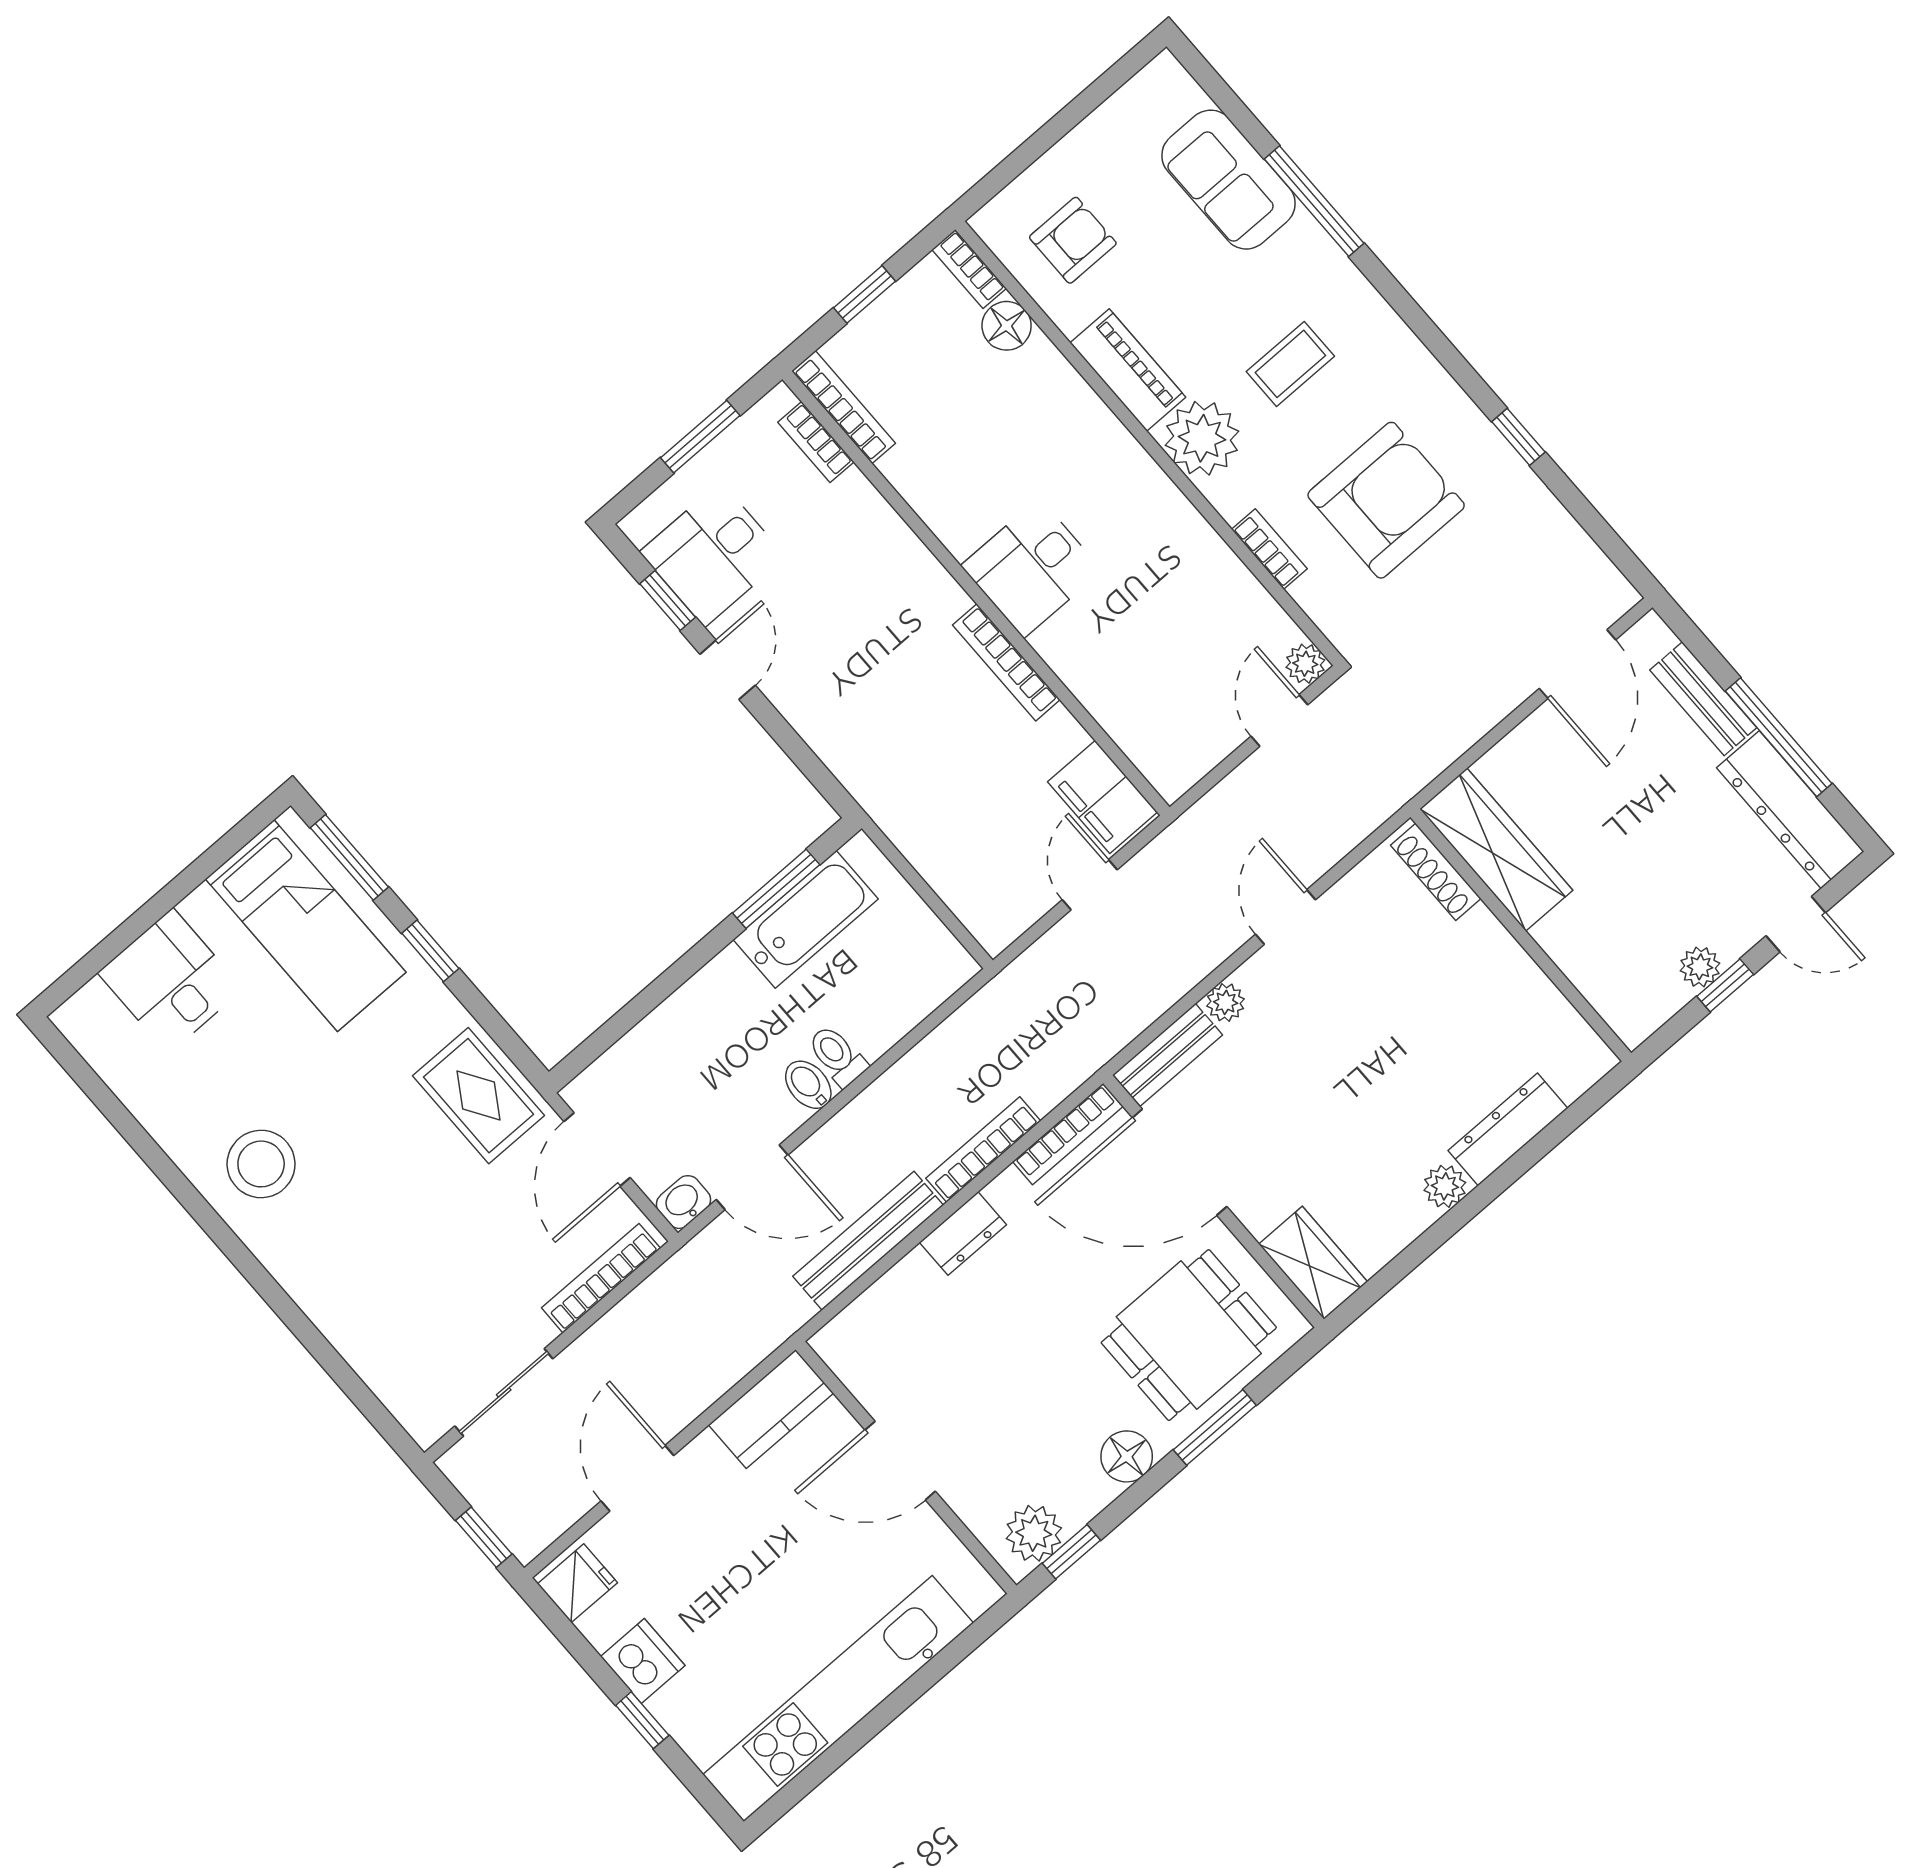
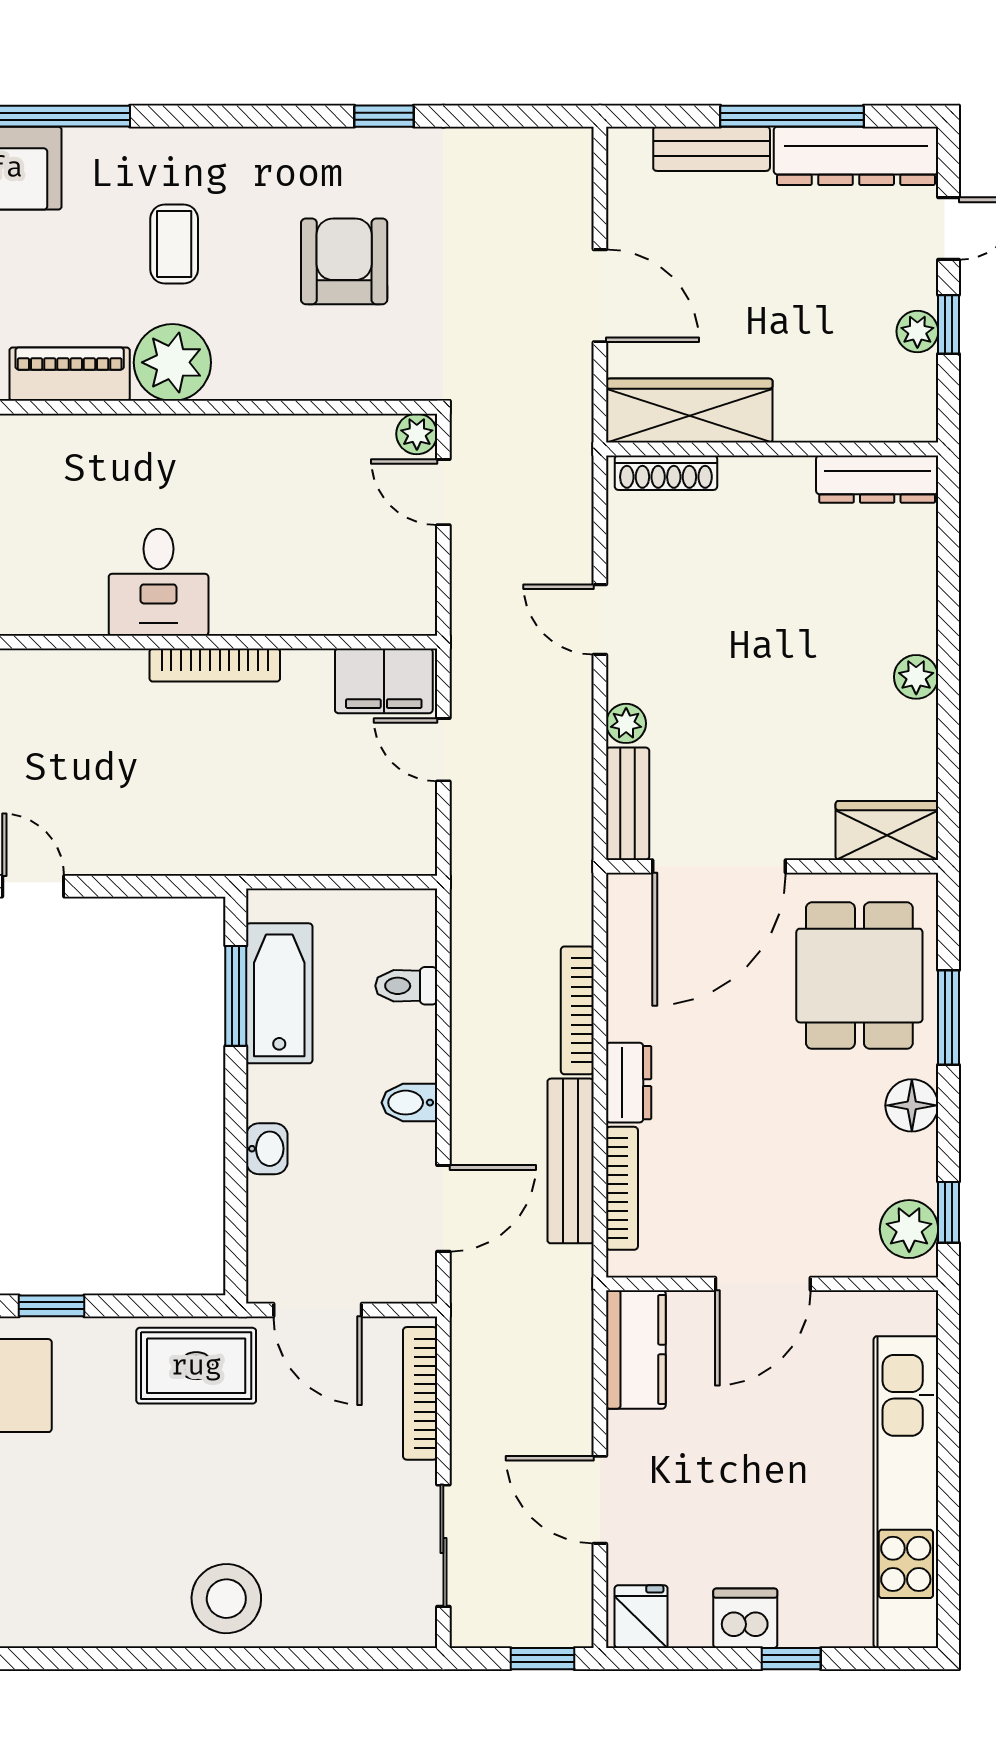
armchair: (1386, 500) -> (344, 261), width x0.73, depth x0.73
bookcase: (1269, 549) -> (304, 385), removed
door: (1577, 664) -> (600, 296), moved
toilet: (837, 1056) -> (406, 986), moved
dresser: (1508, 1129) -> (877, 479), moved, turned -90
bookcase: (1068, 1134) -> (622, 1188), moved
stool: (261, 1164) -> (226, 1599), moved
washbasin: (683, 1202) -> (267, 1149), moved, turned 180

